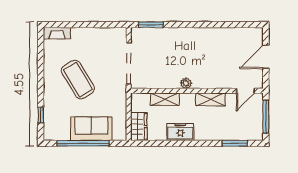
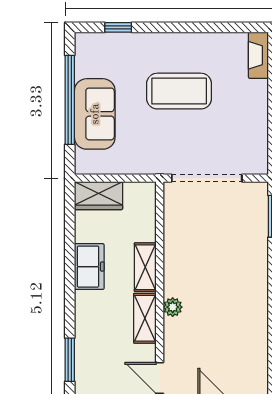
coffee table: (78, 79) -> (179, 91), turned 31
plant: (186, 83) -> (173, 307), moved
shelving: (165, 99) -> (145, 267), moved

